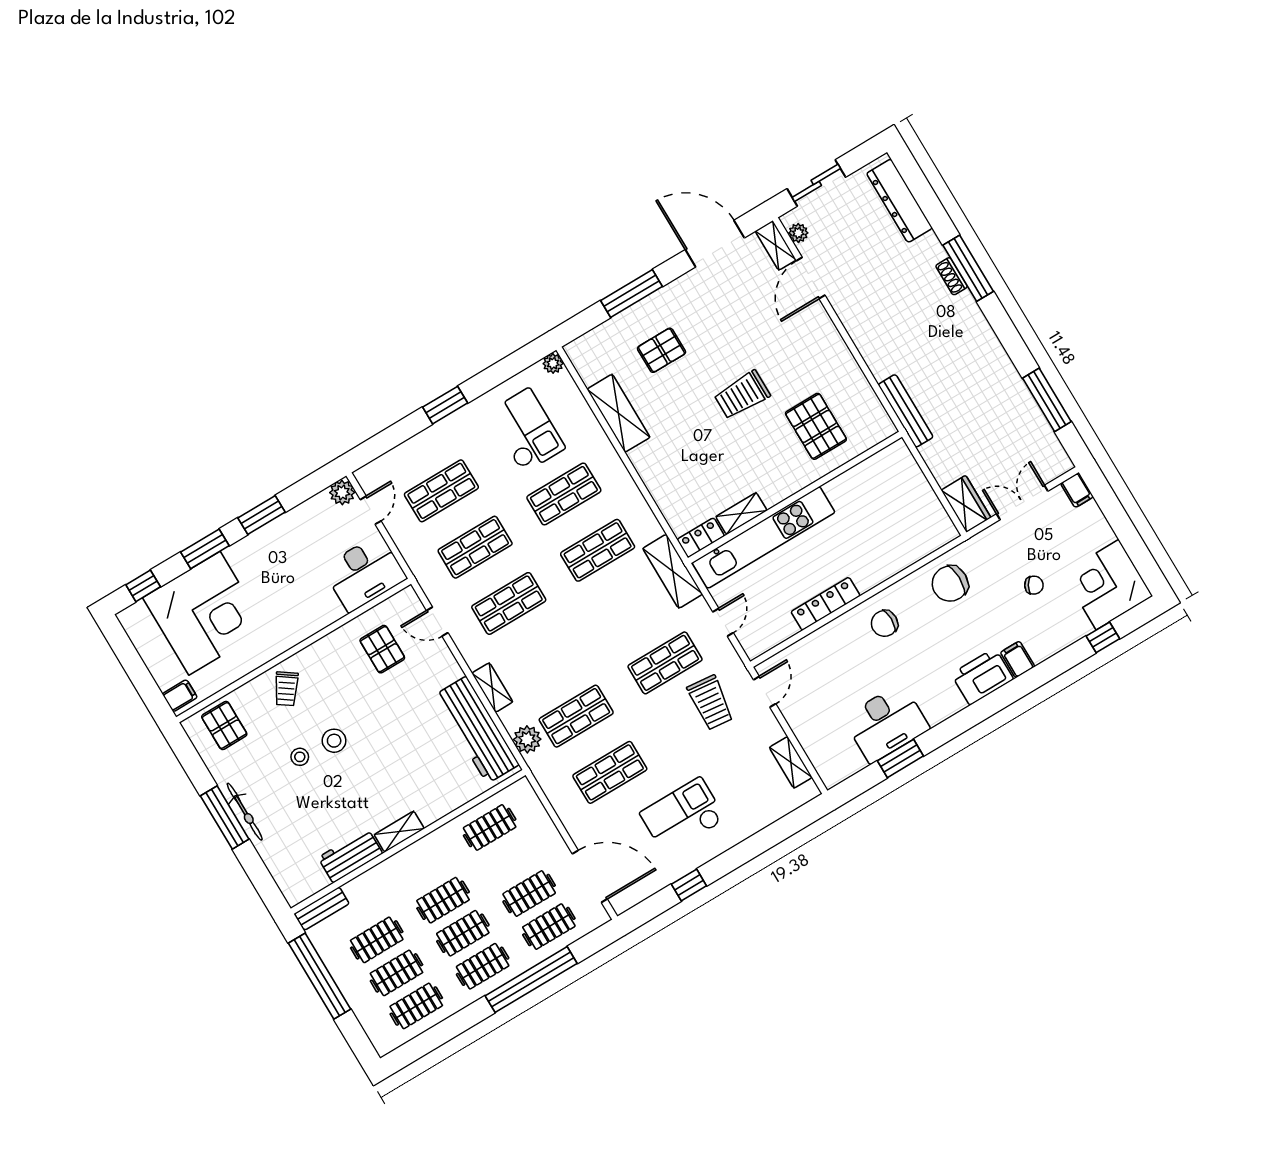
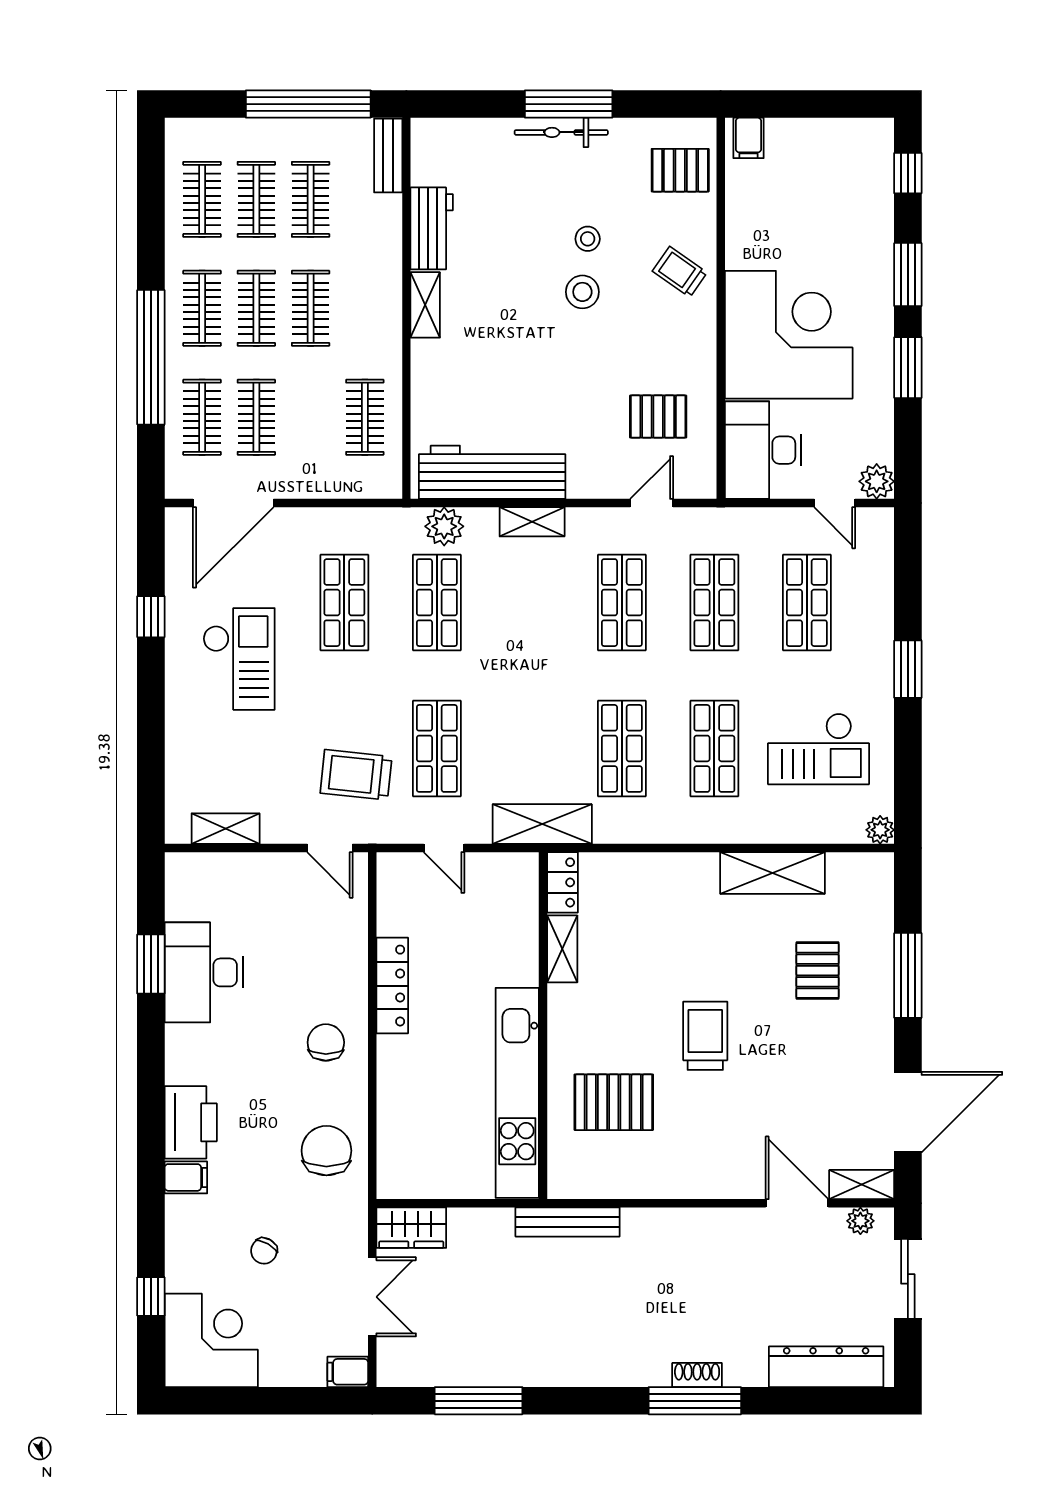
kitchen unit: (764, 538) -> (517, 1093), moved
corner desk: (204, 613) -> (789, 335), moved, turned 180

